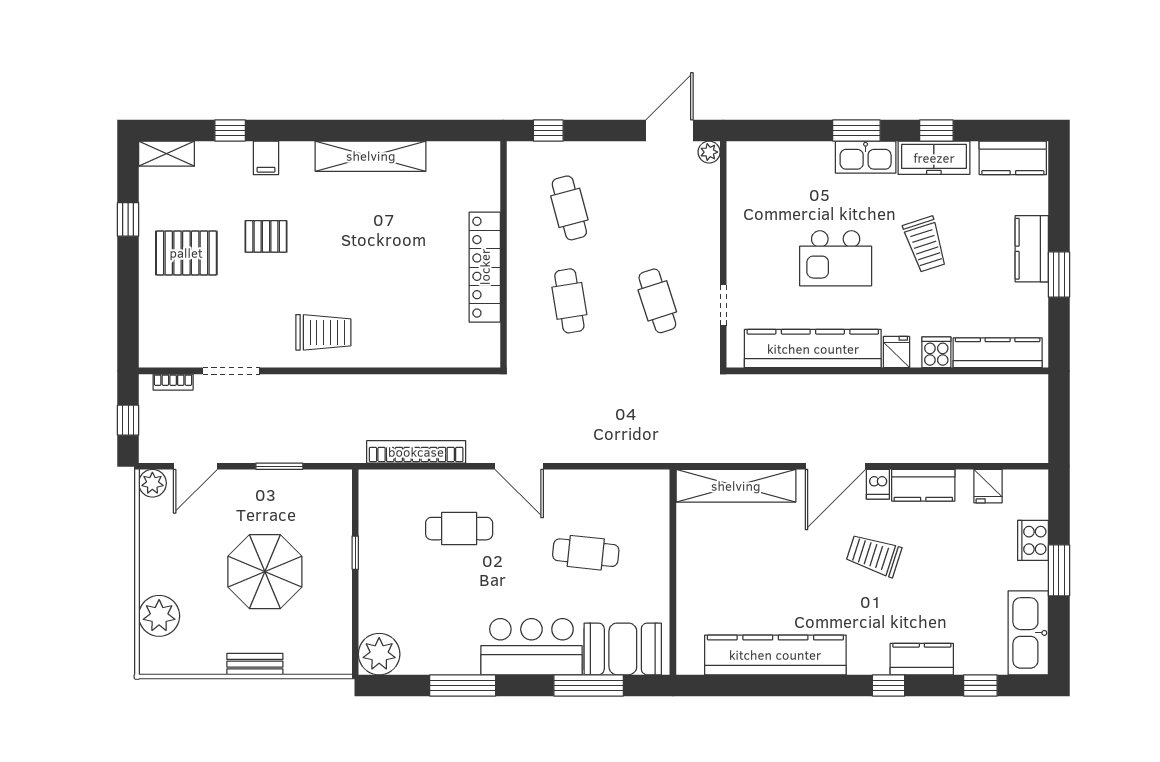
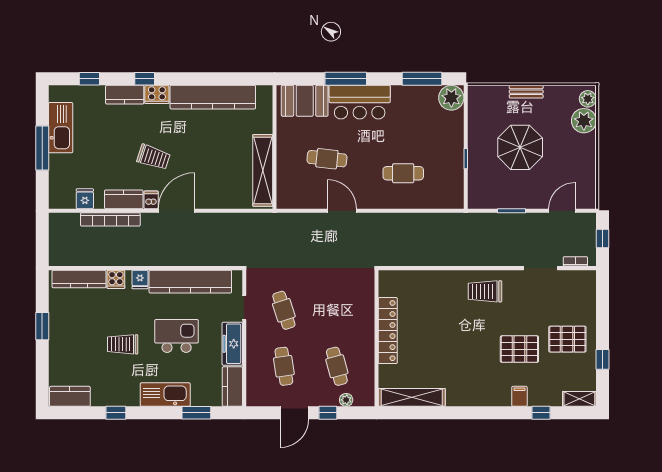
window: (548, 130) -> (328, 413), moved
door: (669, 130) -> (294, 413), moved
window: (856, 130) -> (196, 413), moved
plant: (709, 152) -> (346, 400), moved
shelving: (371, 156) -> (412, 397), moved
kitchen sink: (866, 157) -> (165, 395), width x1.36, depth x1.24
freezer: (934, 158) -> (232, 344), moved, turned -90
pallet: (266, 236) -> (519, 349), width x1.50, depth x1.42
trolley: (925, 244) -> (123, 344), turned -72
kitchen counter: (1032, 249) -> (232, 387), moved, turned 180
cafe table: (569, 301) -> (284, 366), moved
bookcase: (416, 452) -> (110, 219), moved
door: (519, 466) -> (342, 211), moved
plant: (152, 483) -> (588, 99), moved
shelving: (736, 486) -> (263, 170), moved, turned 90
cooker: (1033, 540) -> (157, 94), moved, turned 90
window: (1059, 570) -> (42, 148), width x1.44
kitchen sink: (1028, 633) -> (61, 128), moved
window: (463, 685) -> (422, 79), moved
window: (589, 685) -> (346, 79), moved

